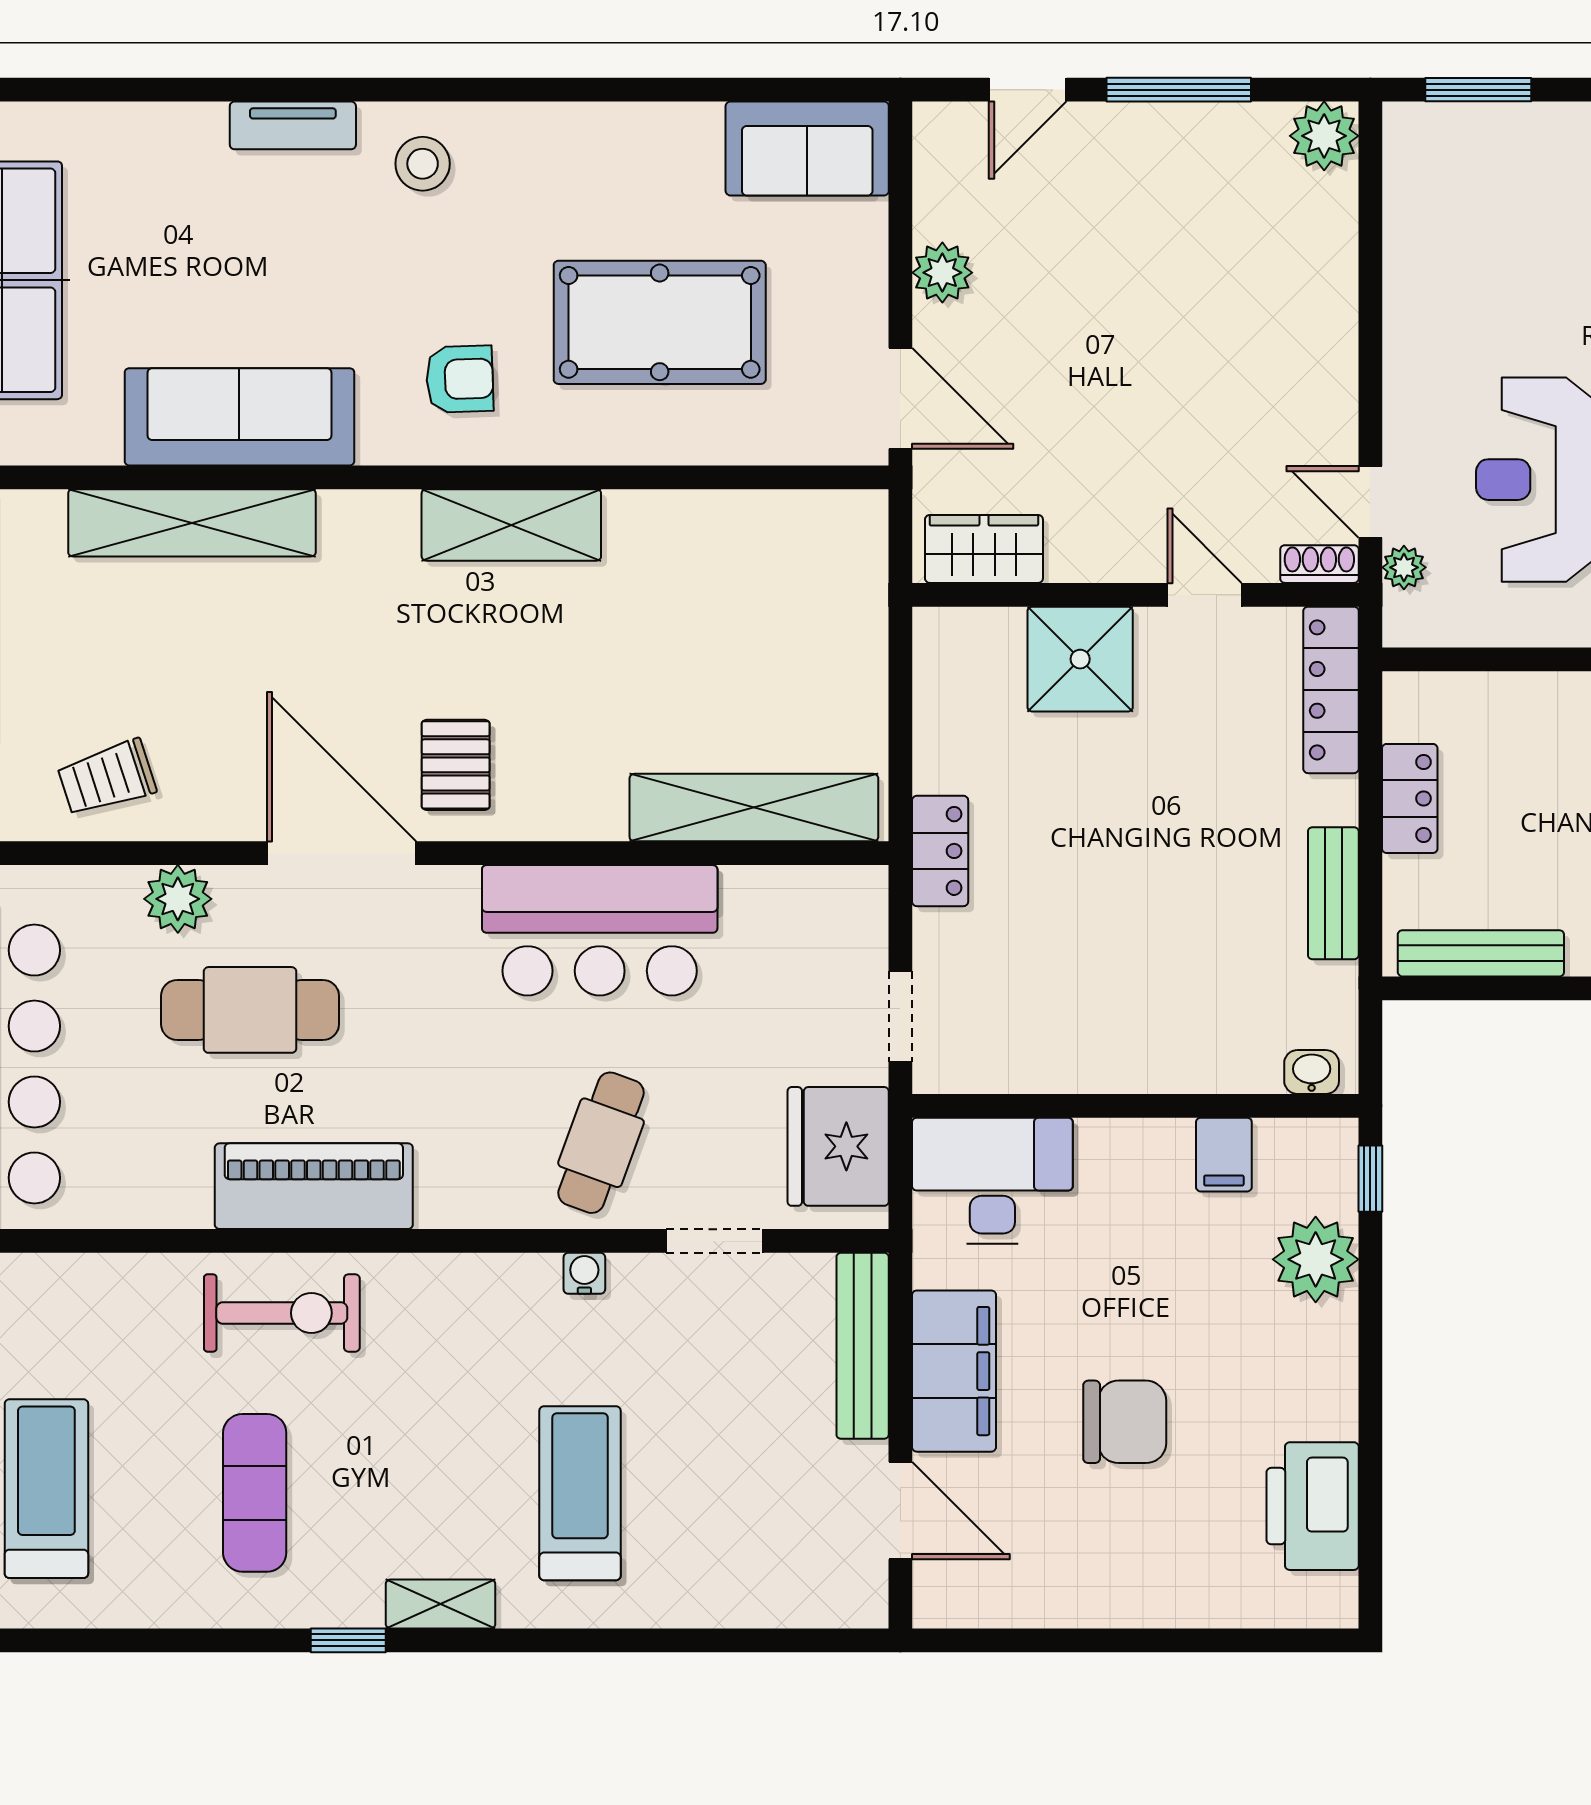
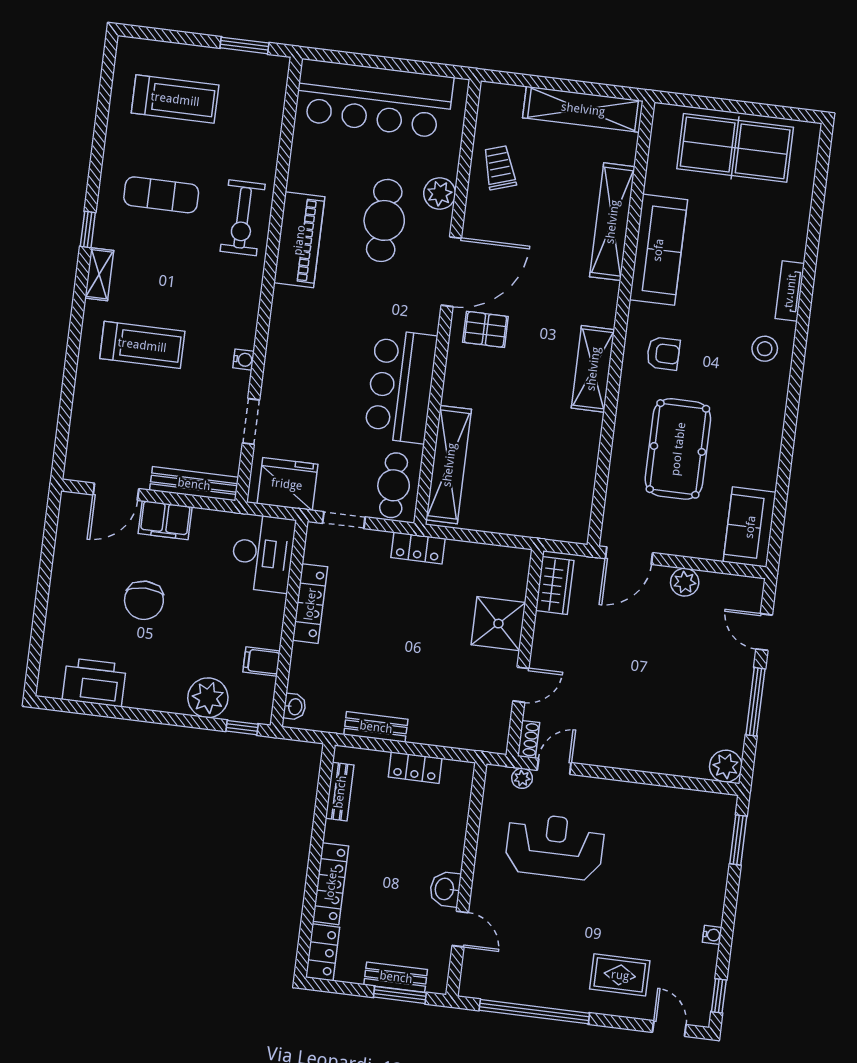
armchair: (460, 379) -> (663, 353), turned -88
locker: (1331, 690) -> (310, 604), moved, turned 90
bench: (1481, 953) -> (340, 792), width x0.73
cafe table: (601, 1143) -> (394, 485), moved, turned 70
filing cabinet: (954, 1371) -> (165, 520), width x0.67, depth x0.86

